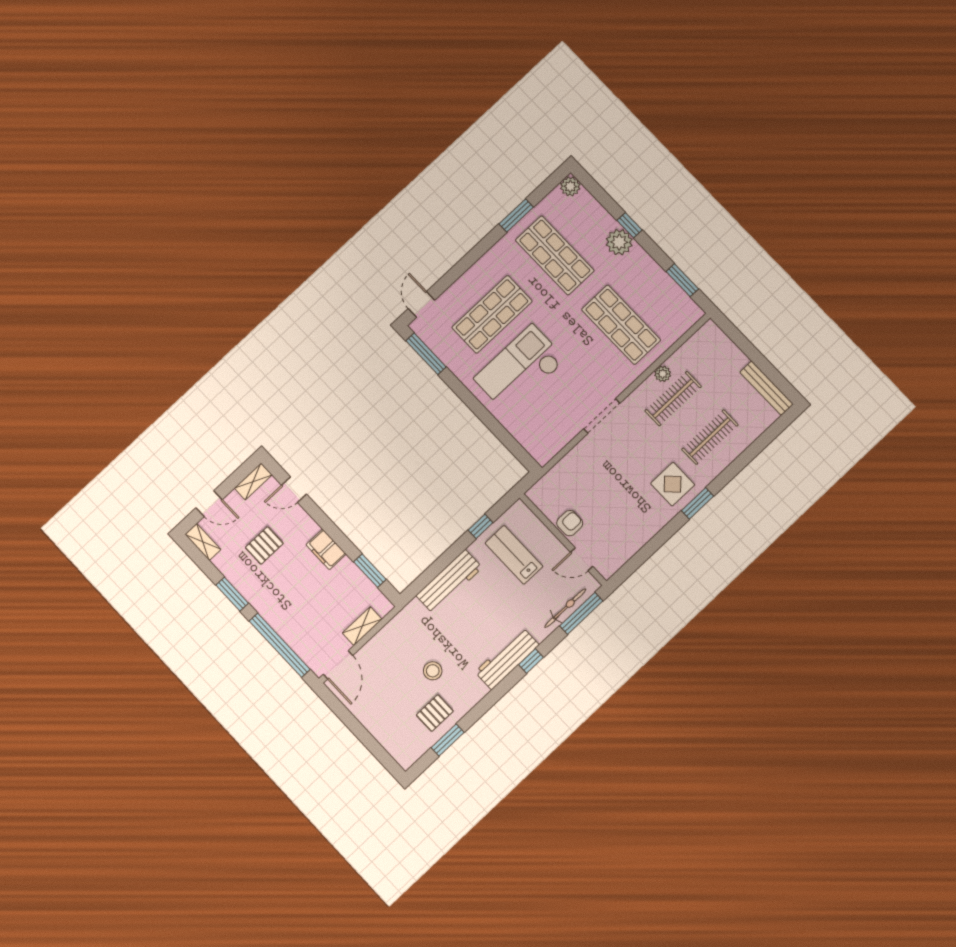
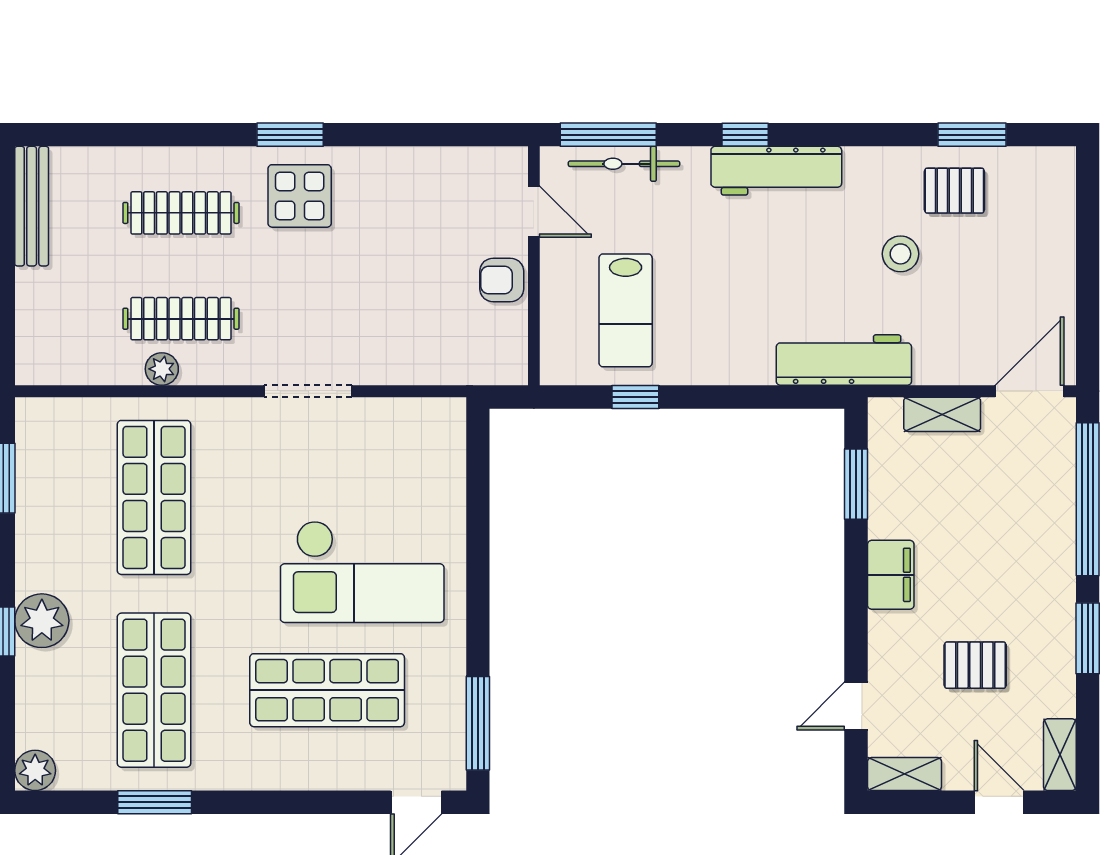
door: (294, 490) -> (856, 706), swing flipped
workbench: (449, 582) -> (844, 360), moved

